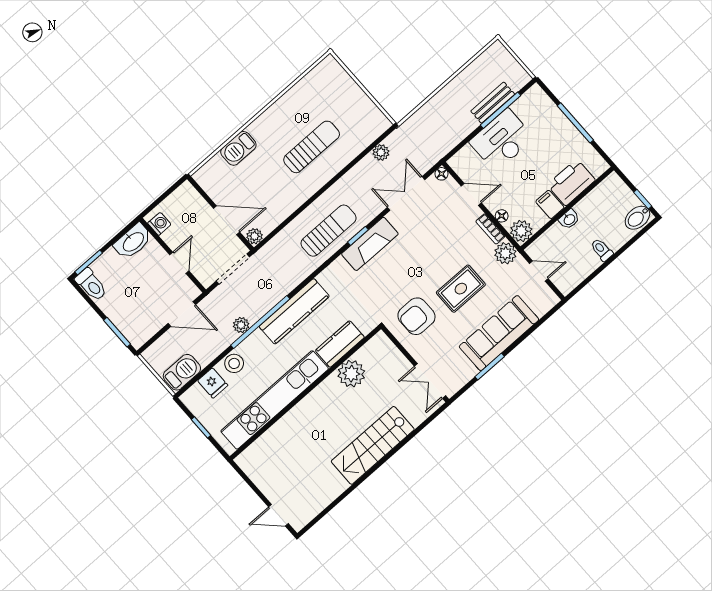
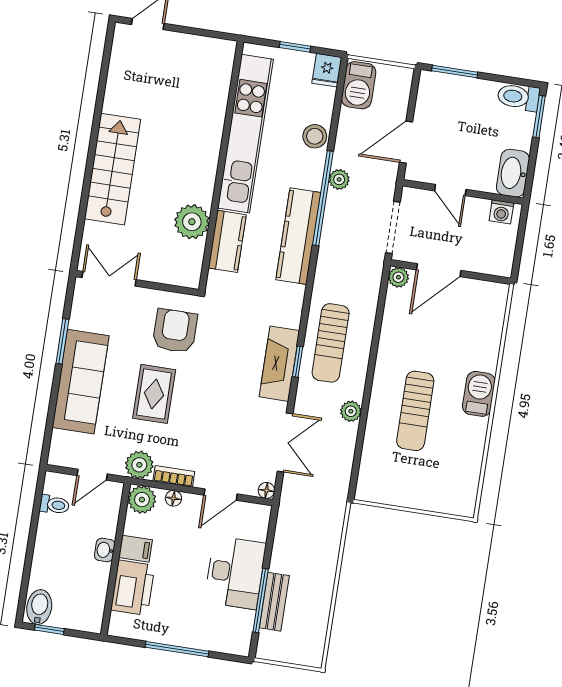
barbecue: (238, 148) -> (479, 394), moved
plant: (381, 152) -> (351, 411), moved
toilet: (602, 250) -> (54, 505), moved
fridge: (213, 383) -> (327, 70), moved, turned -90

